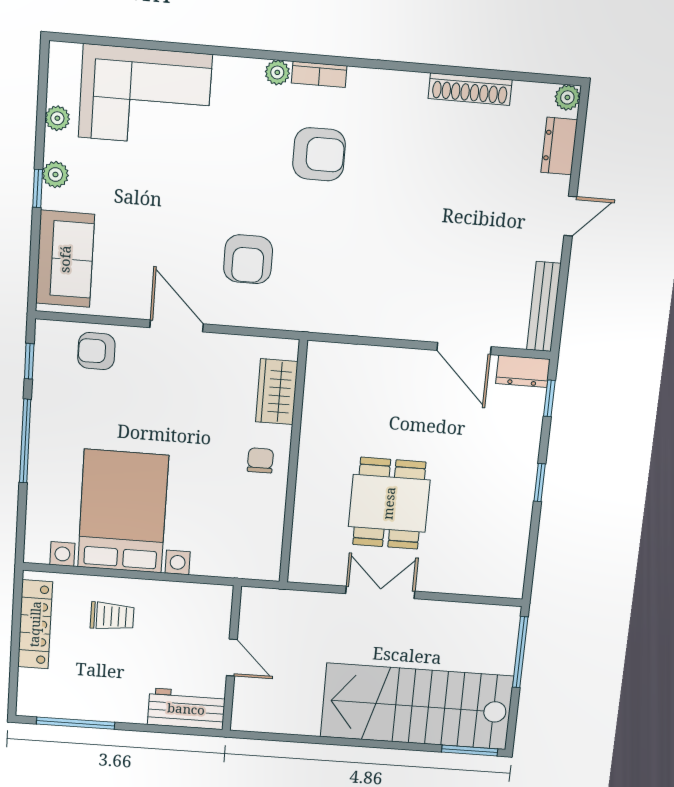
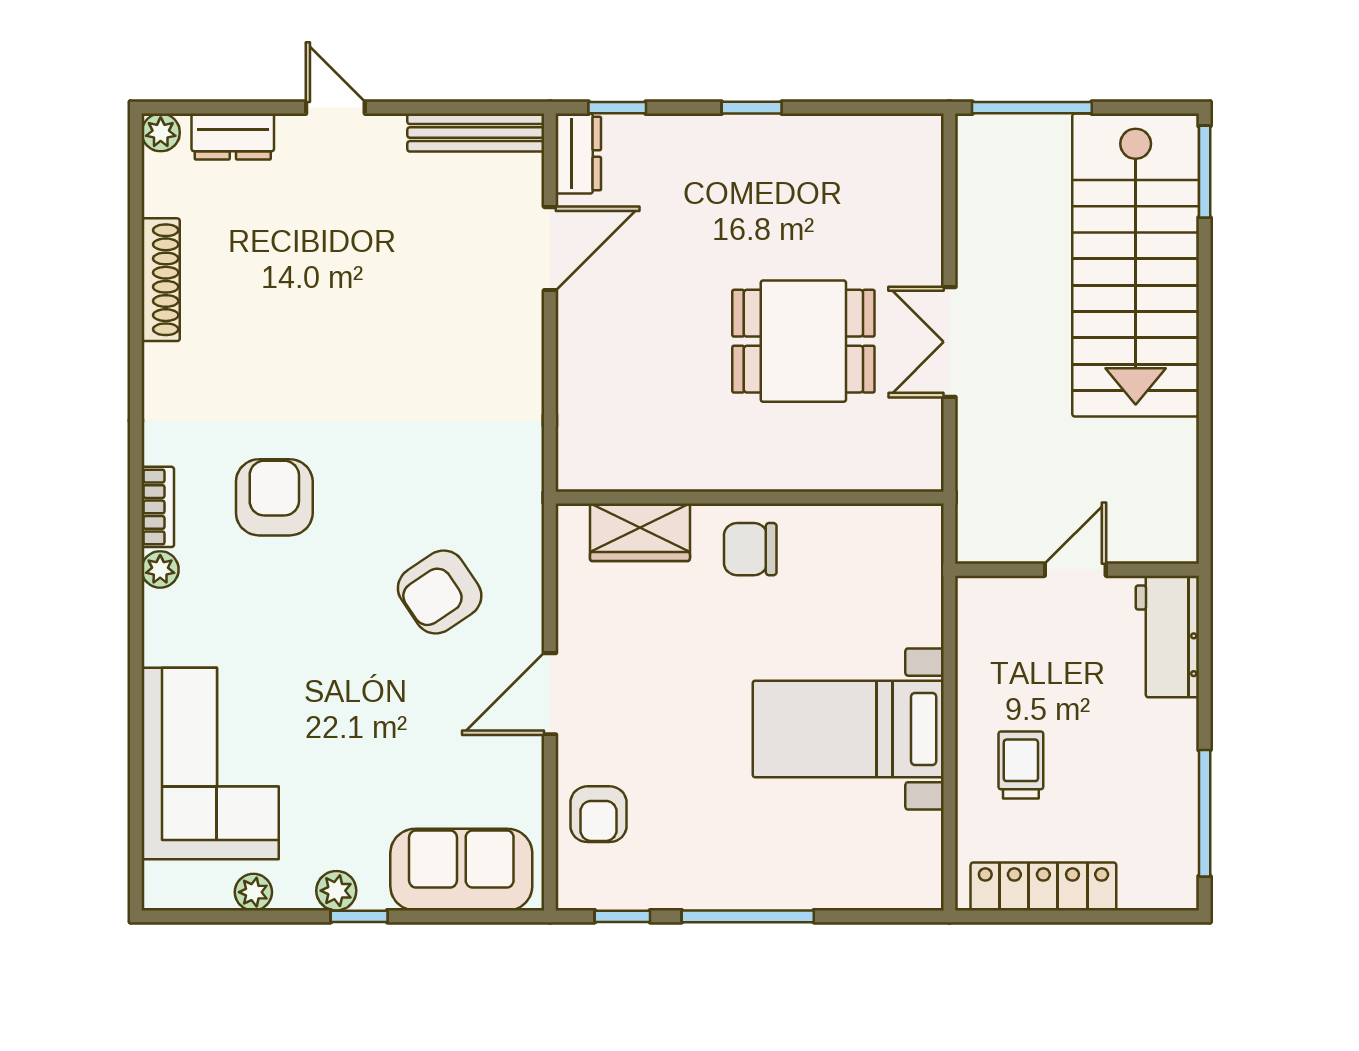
armchair: (248, 259) -> (440, 592), turned 146
chair: (260, 460) -> (750, 549), width x1.37, depth x1.37
bed with nightstands: (123, 511) -> (848, 729), width x0.73

